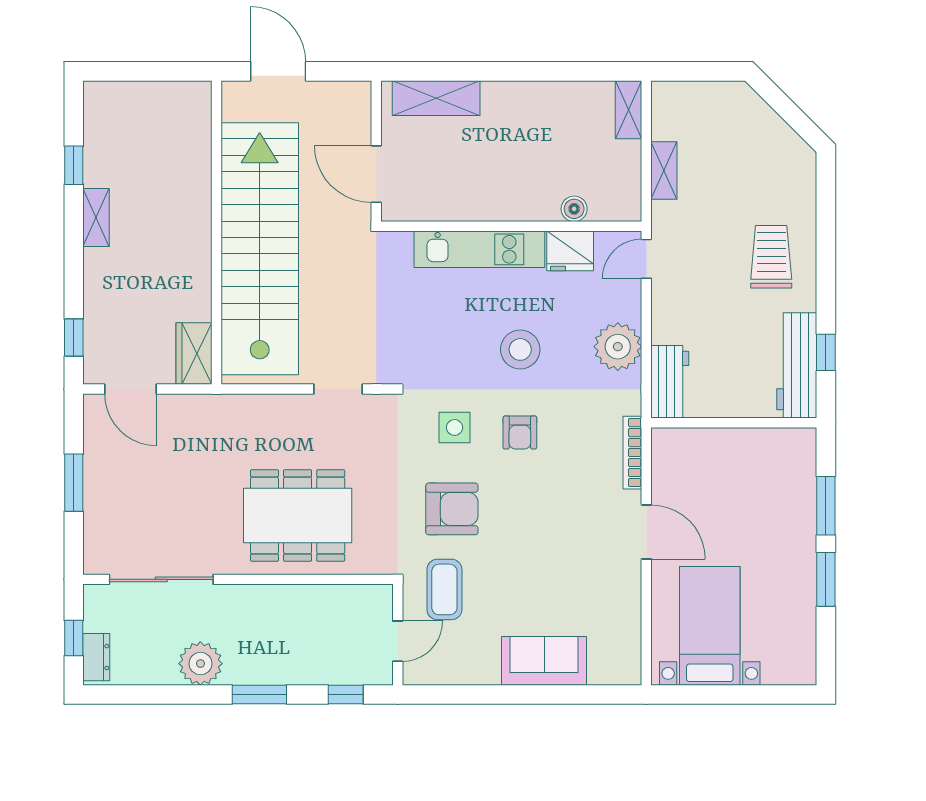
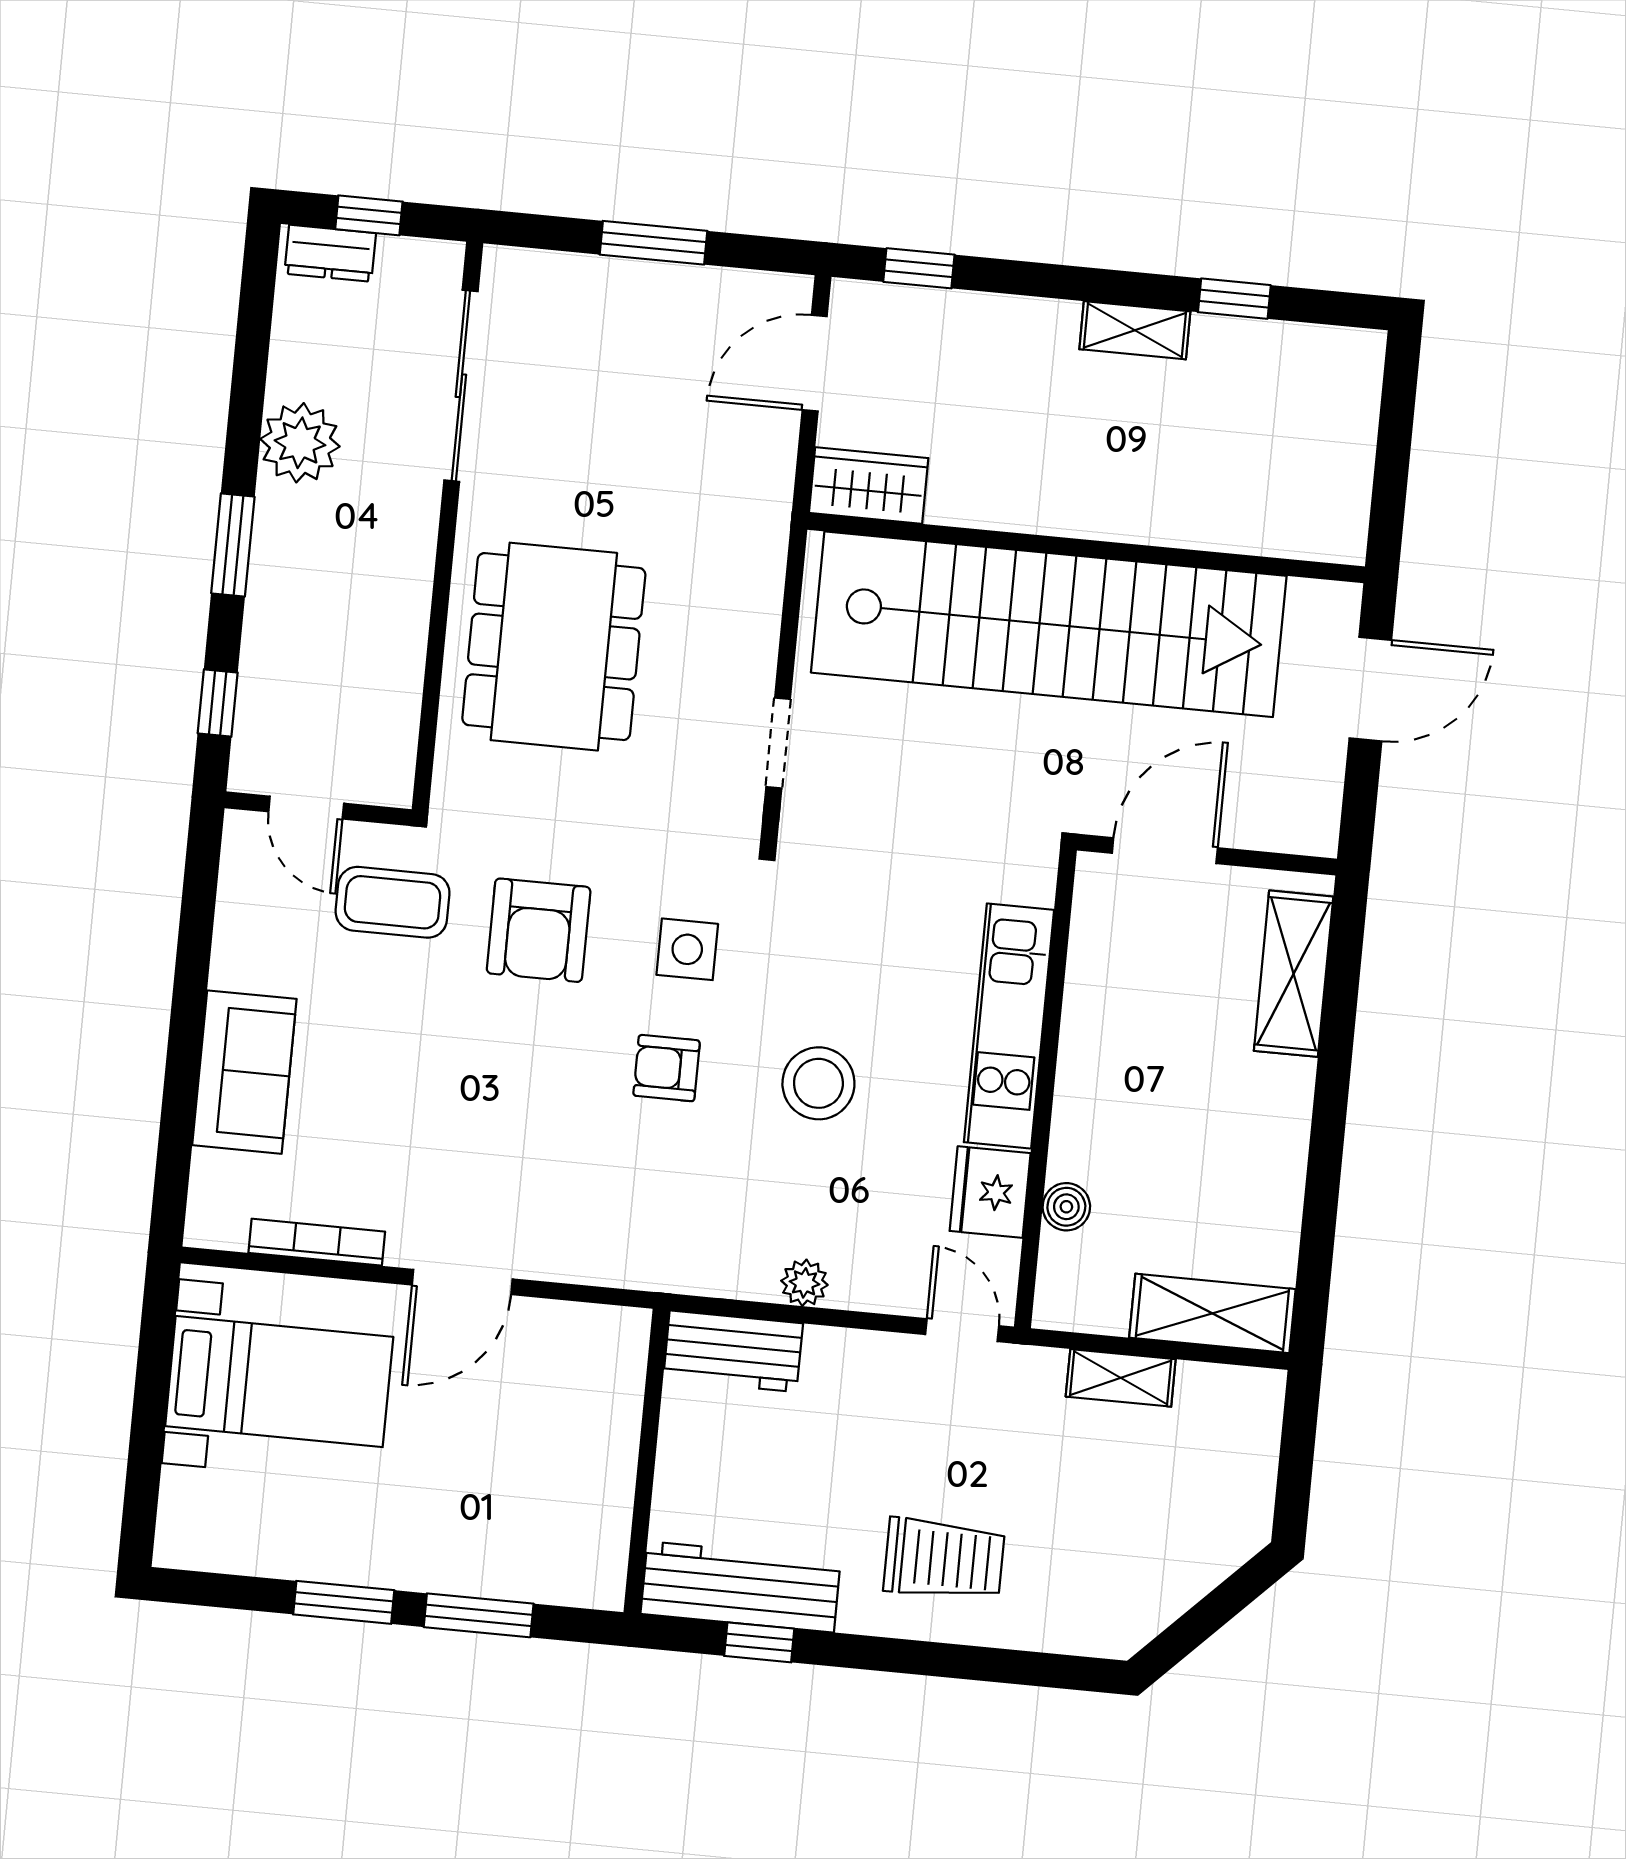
shelving: (629, 110) -> (1212, 1313), width x1.50, depth x1.33
plant: (618, 347) -> (804, 1283), width x0.53, depth x0.53
bookcase: (632, 453) -> (317, 1242), moved

